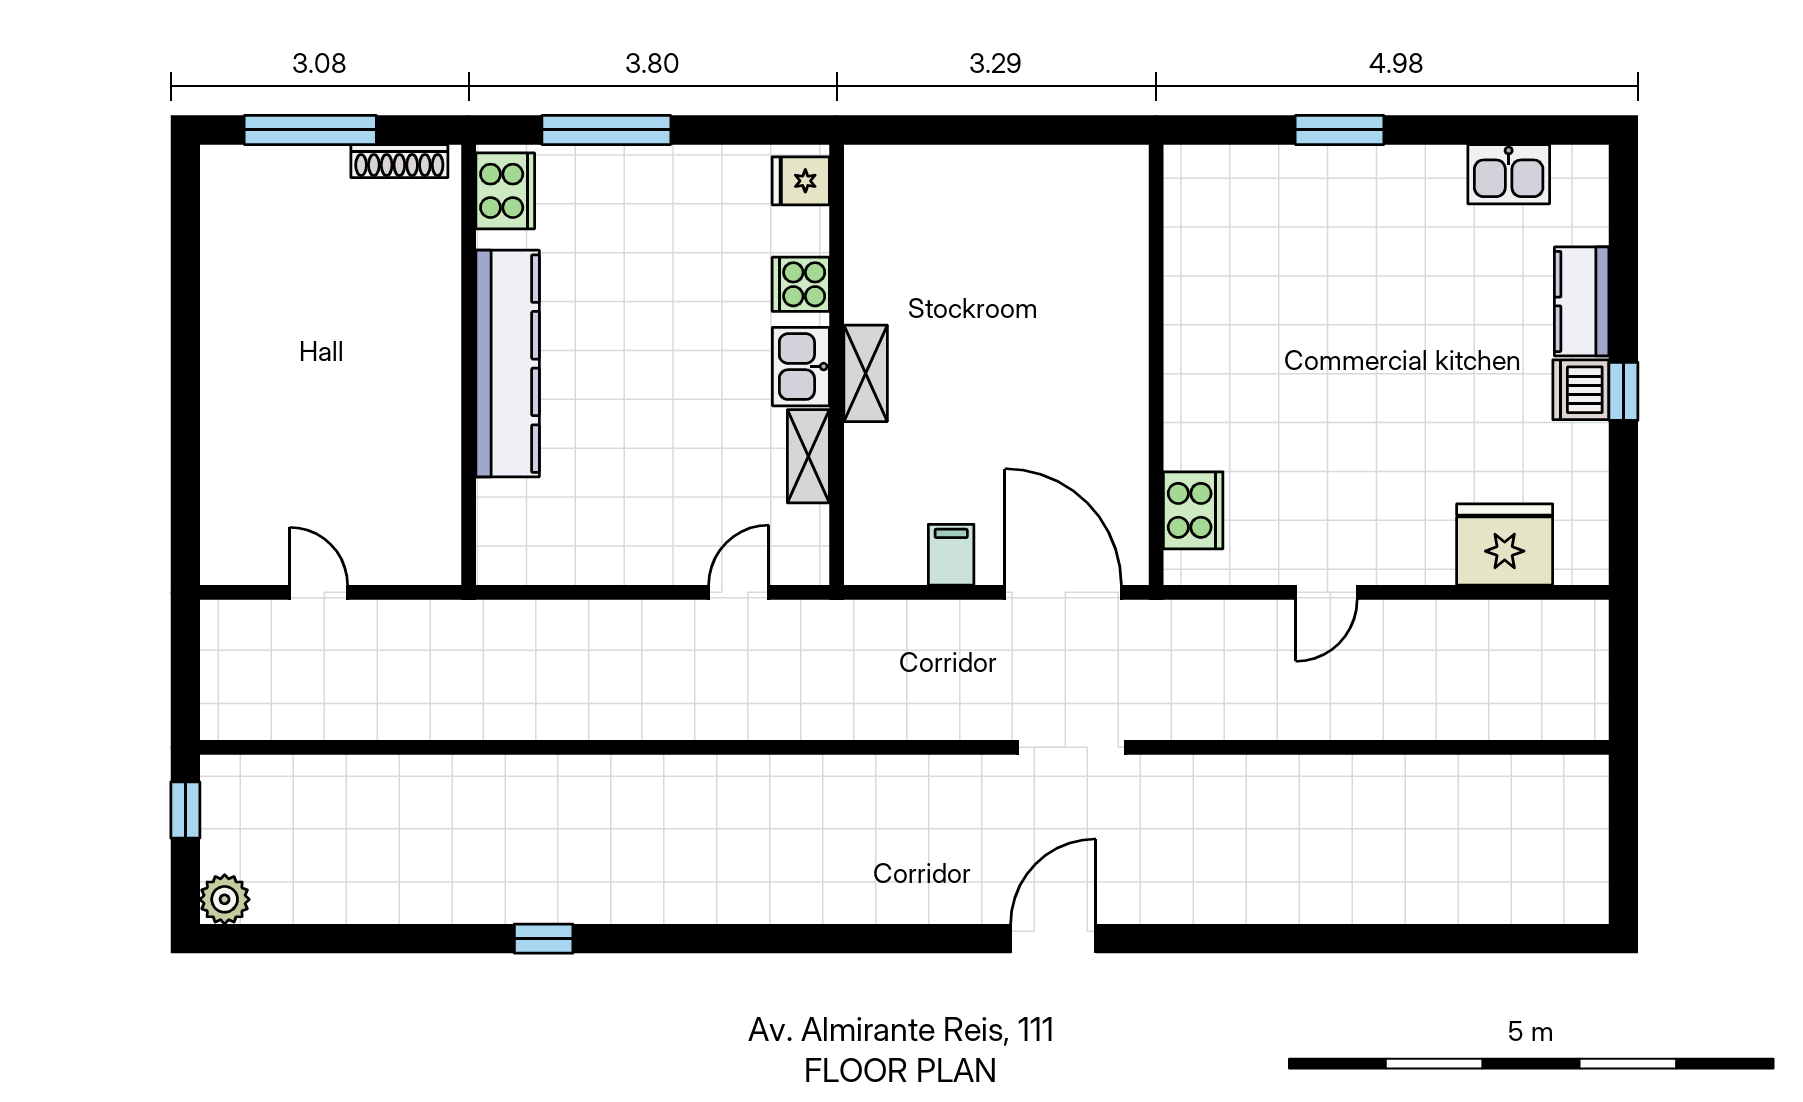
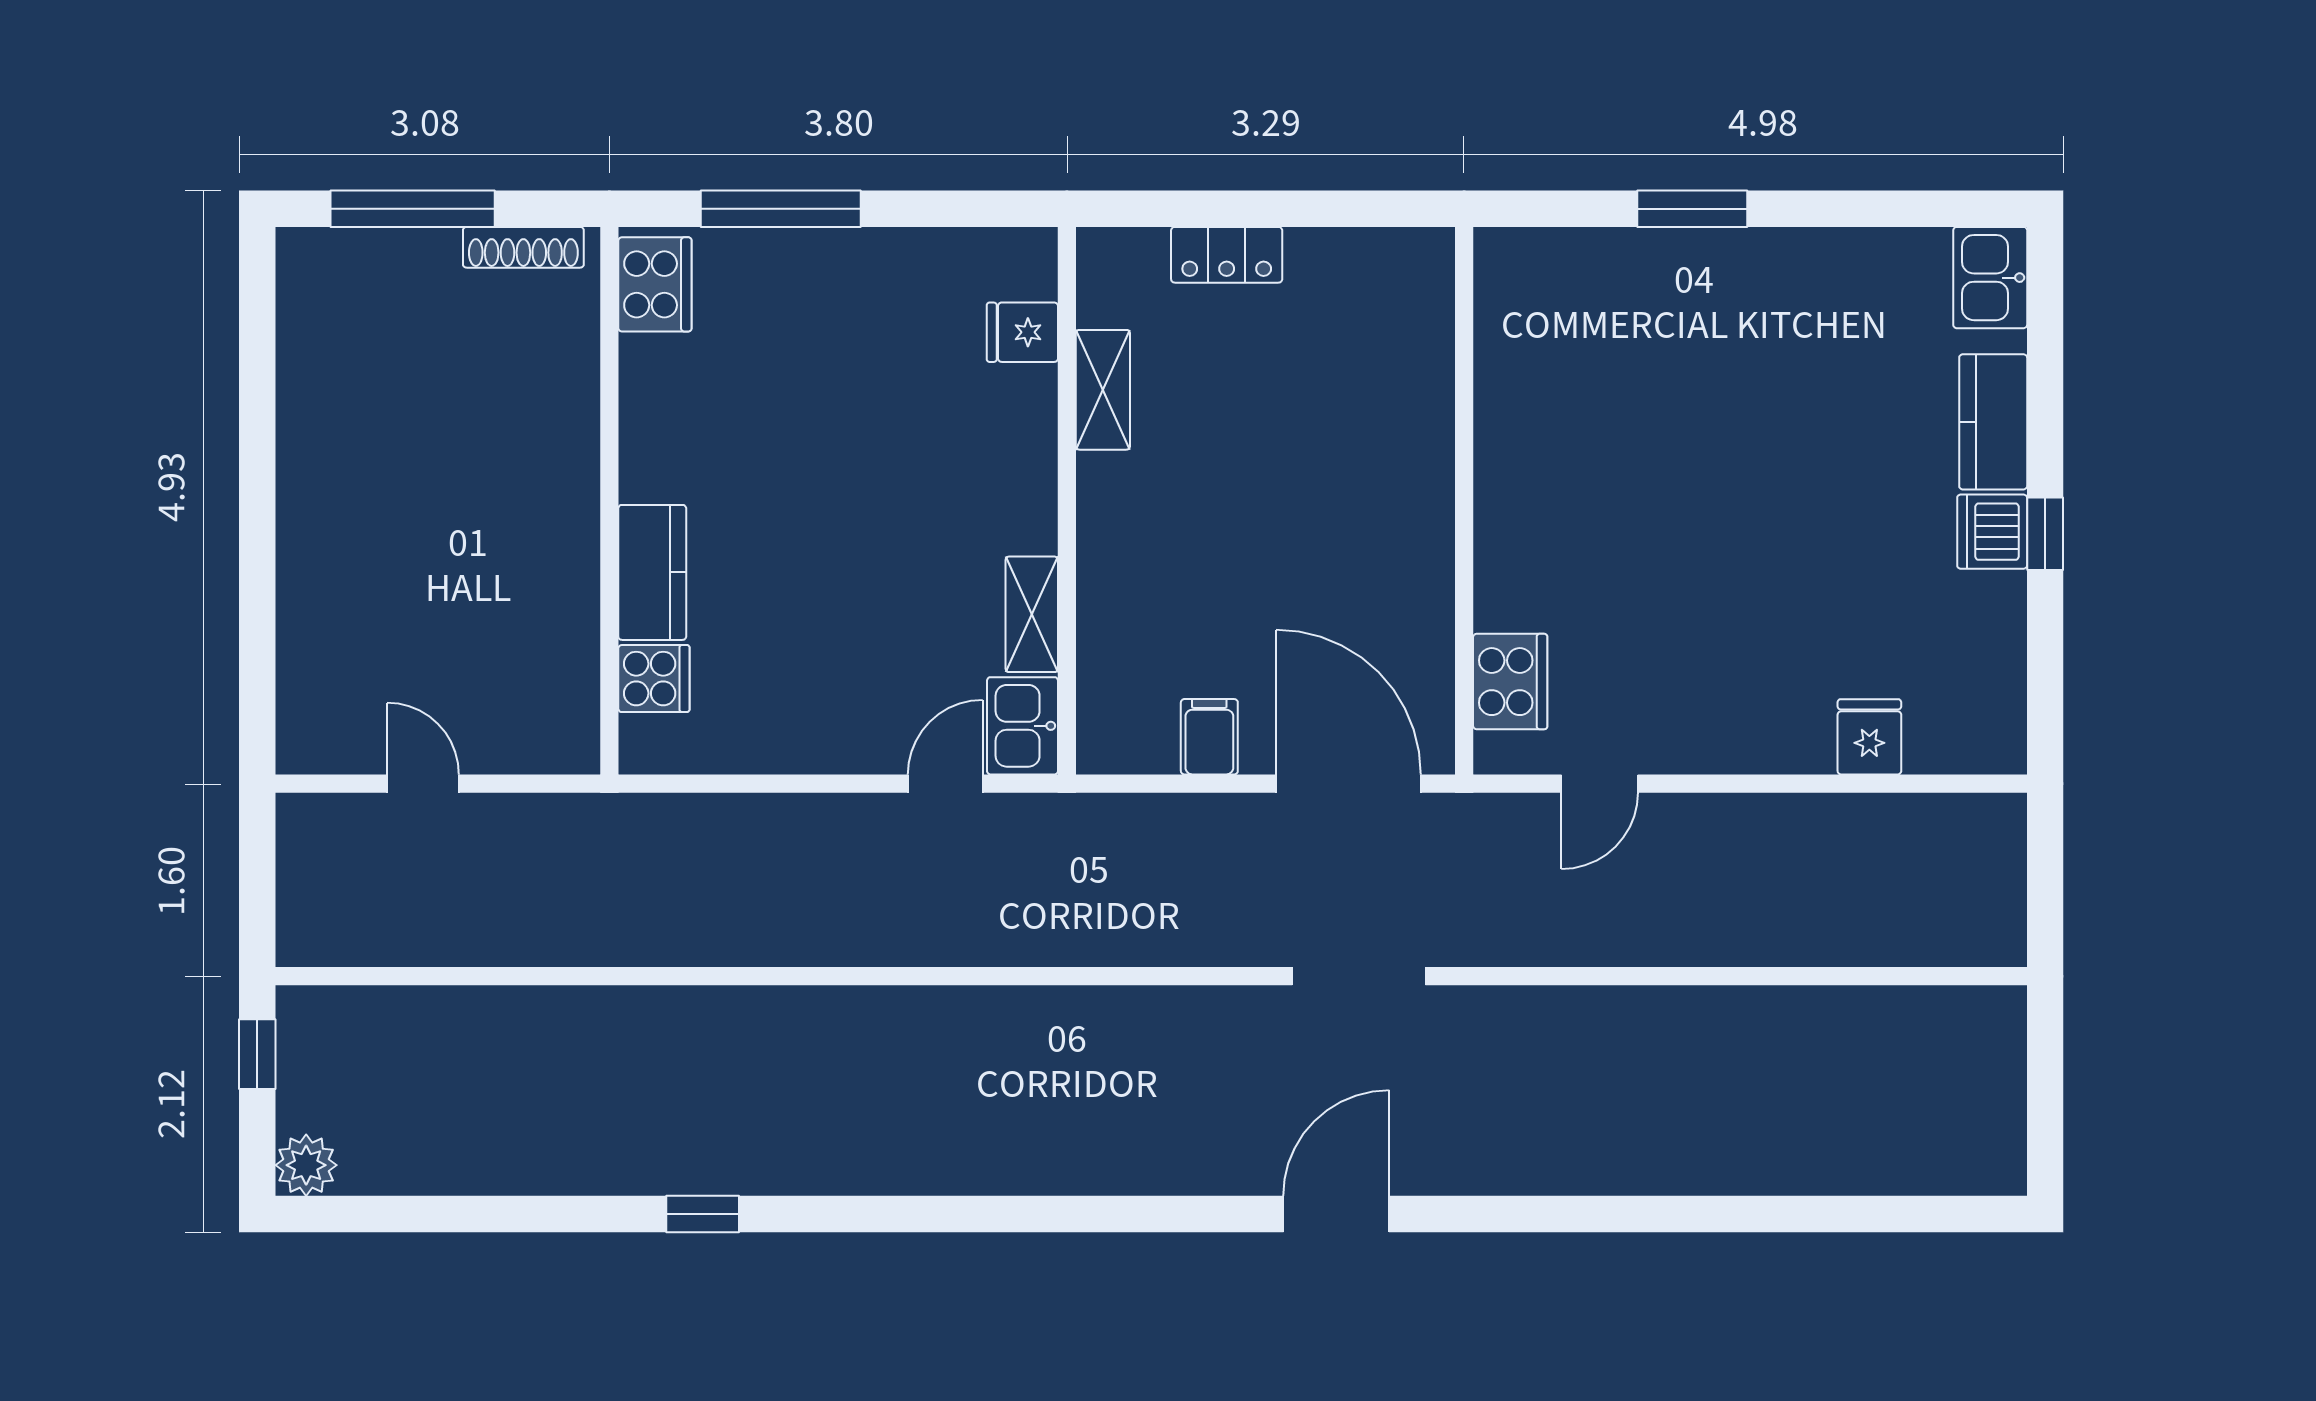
locker: (965, 167) -> (1227, 255), added
kitchen sink: (1509, 174) -> (1990, 278), moved, turned 90
fridge: (801, 181) -> (1022, 332), moved
cooker: (801, 284) -> (654, 679), moved, turned 180
kitchen counter: (508, 364) -> (652, 572), width x0.48, depth x0.86
kitchen sink: (801, 367) -> (1022, 726), moved
shelving: (866, 373) -> (1103, 390), moved
fridge: (1505, 545) -> (1869, 737), width x0.53, depth x0.75
door: (1326, 592) -> (1600, 784), moved

